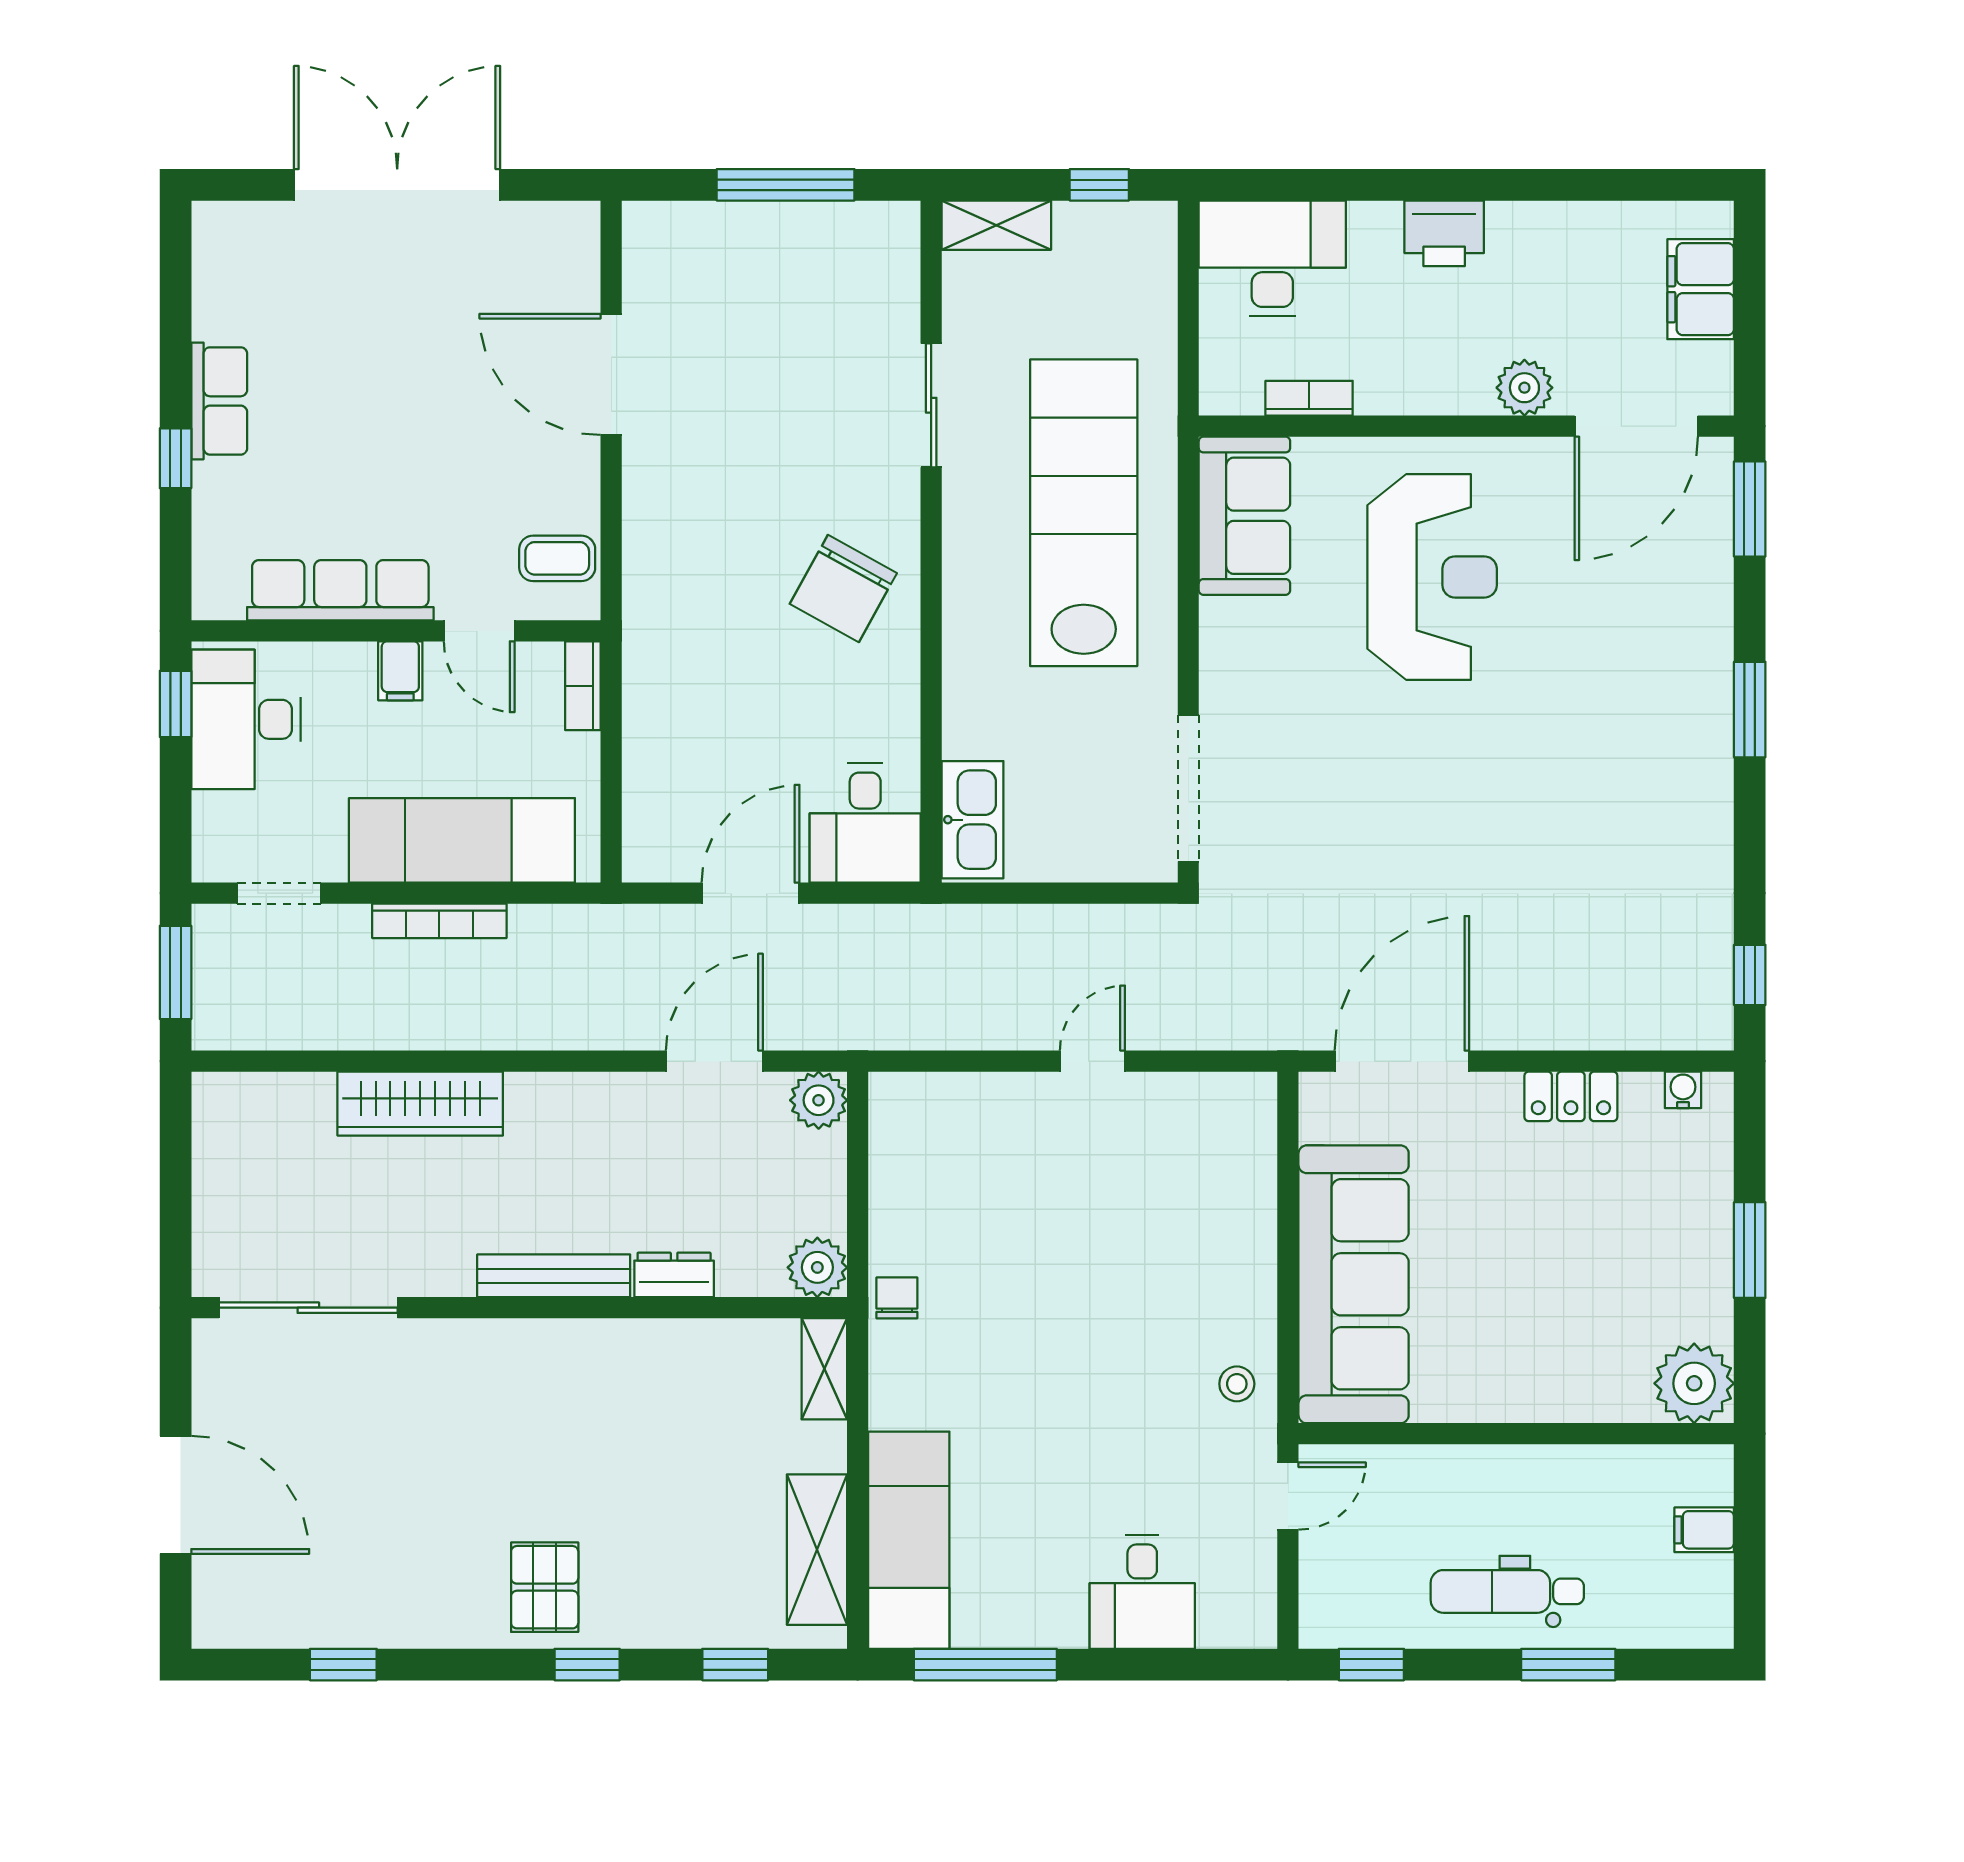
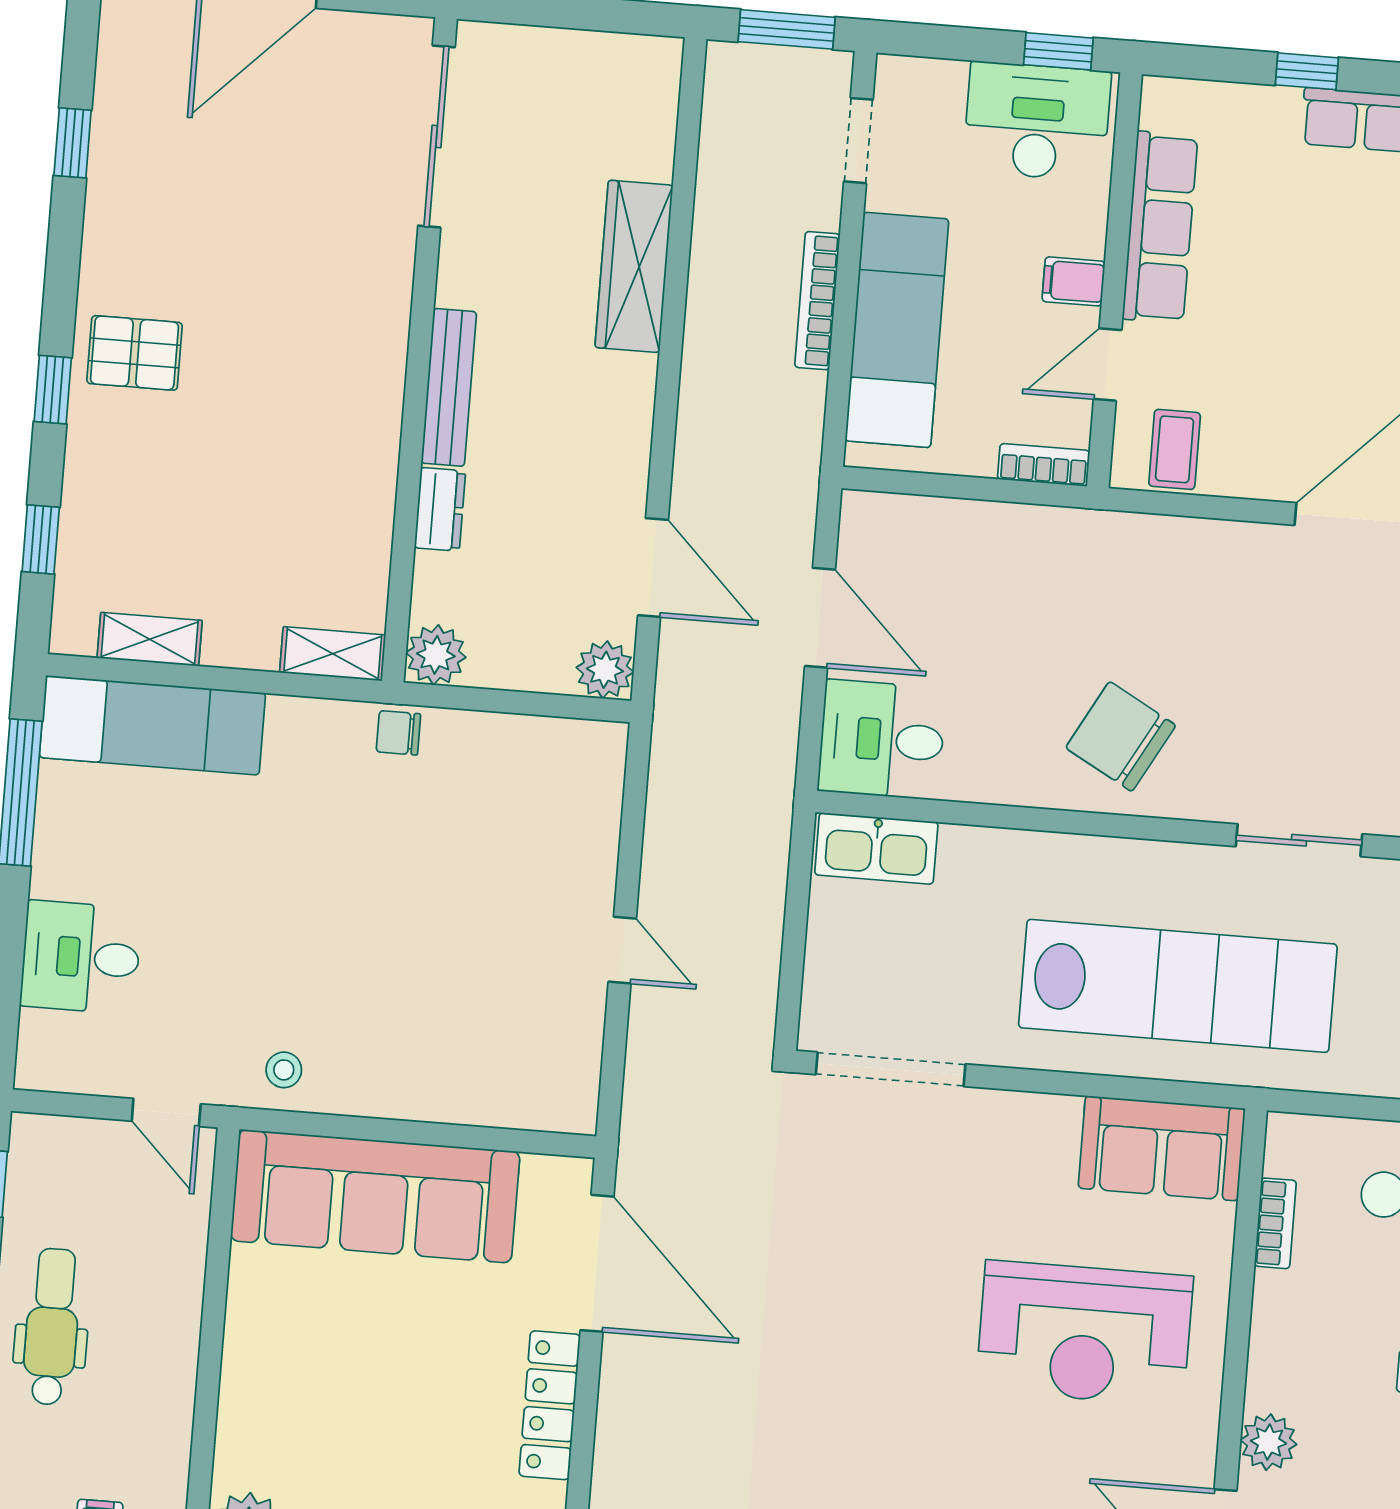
locker: (1571, 1096) -> (550, 1405), width x1.53
chair: (897, 1298) -> (399, 733), turned 180
shelving: (817, 1550) -> (150, 639), width x0.67, depth x0.75

